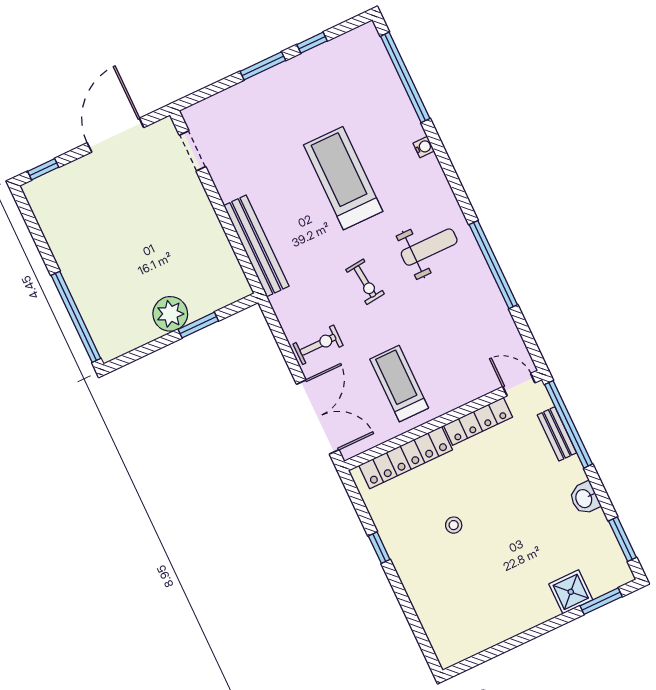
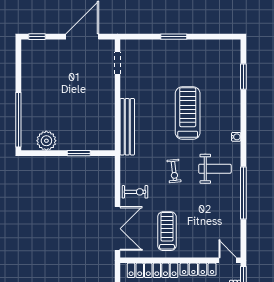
window: (312, 43) -> (204, 37), removed
window: (405, 77) -> (243, 77), width x0.47
water cooler: (424, 147) -> (236, 137), moved
plant: (170, 314) -> (46, 141), moved

